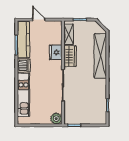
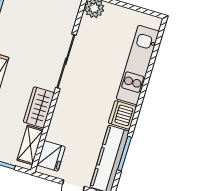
fridge: (56, 52) -> (51, 156), moved

